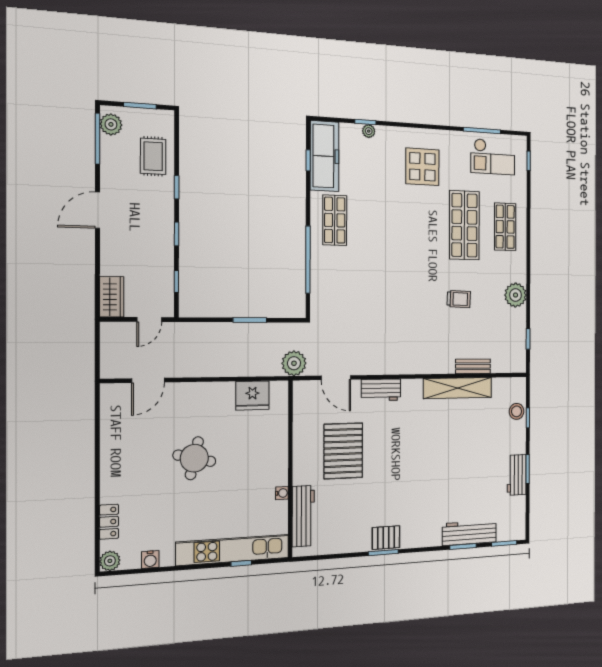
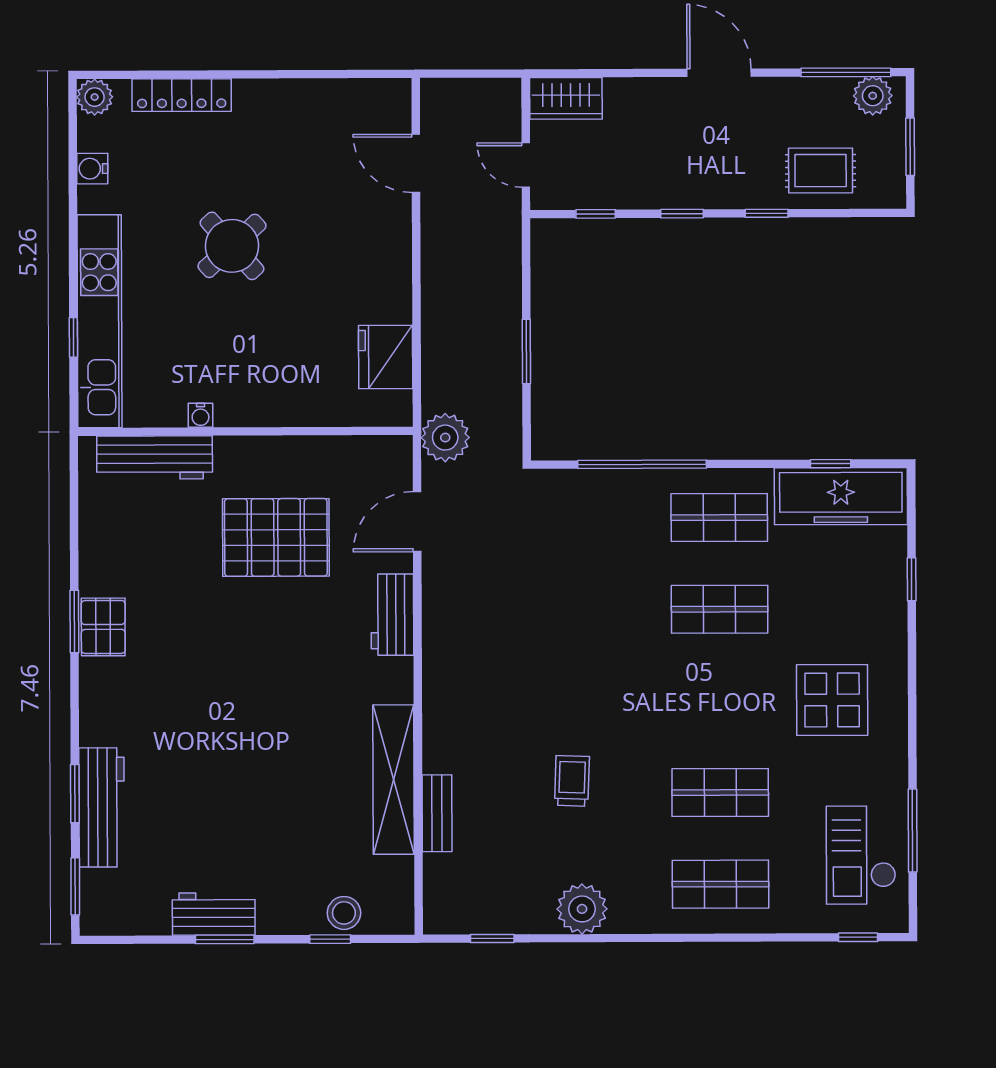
plant: (369, 131) -> (895, 586), removed
shop shelf: (379, 222) -> (720, 609), added
shop shelf: (464, 225) -> (720, 793), width x0.70, depth x0.74
trolley: (459, 299) -> (572, 781), turned 180
round table: (194, 458) -> (232, 246), moved, turned 35
locker: (109, 522) -> (182, 95), width x1.53

